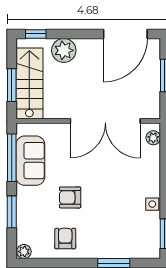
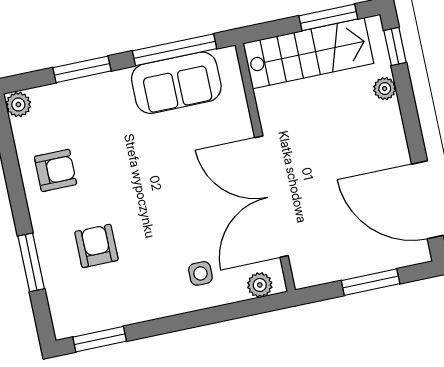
plant: (64, 50) -> (385, 89), width x0.53, depth x0.53
window: (12, 85) -> (328, 17), moved
armchair: (70, 197) -> (96, 246), moved
side table: (152, 204) -> (200, 273), moved

